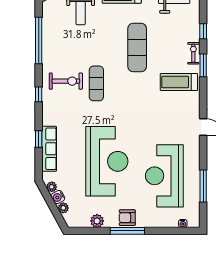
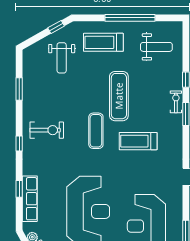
window: (39, 41) -> (19, 89), width x0.47
treadmill: (179, 82) -> (138, 141), moved
exercise mat: (96, 83) -> (96, 131), moved

